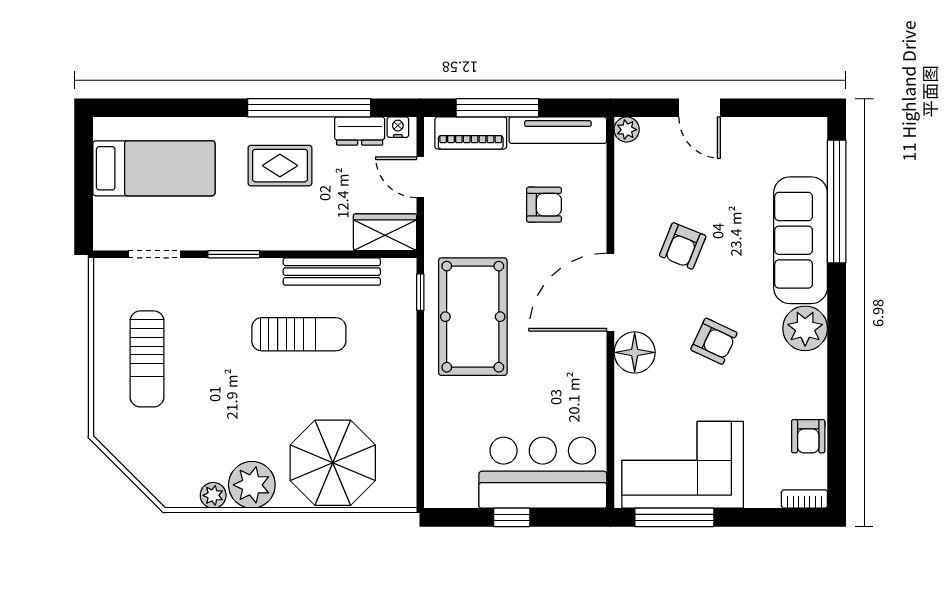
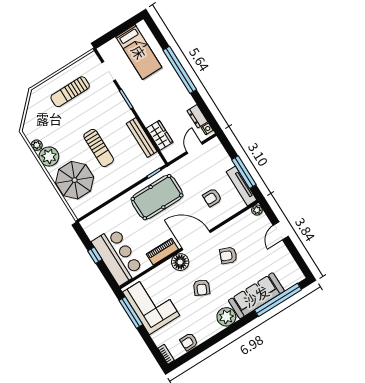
window: (309, 108) -> (180, 70), moved
window: (497, 108) -> (244, 172), moved
piano: (471, 133) -> (162, 252), moved, turned 90
rug: (280, 166) -> (168, 96), removed
armchair: (544, 205) -> (212, 197), turned 90
wardrobe: (385, 232) -> (160, 135), moved
sun lounger: (299, 334) -> (99, 148), moved

